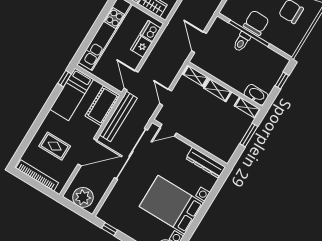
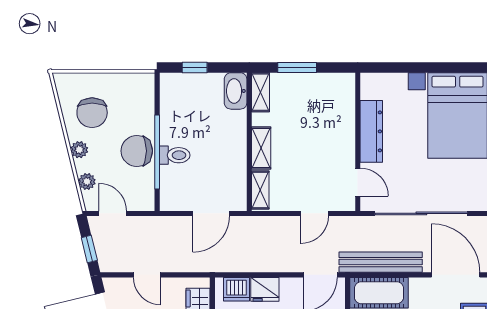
dresser: (206, 163) -> (371, 131), moved

